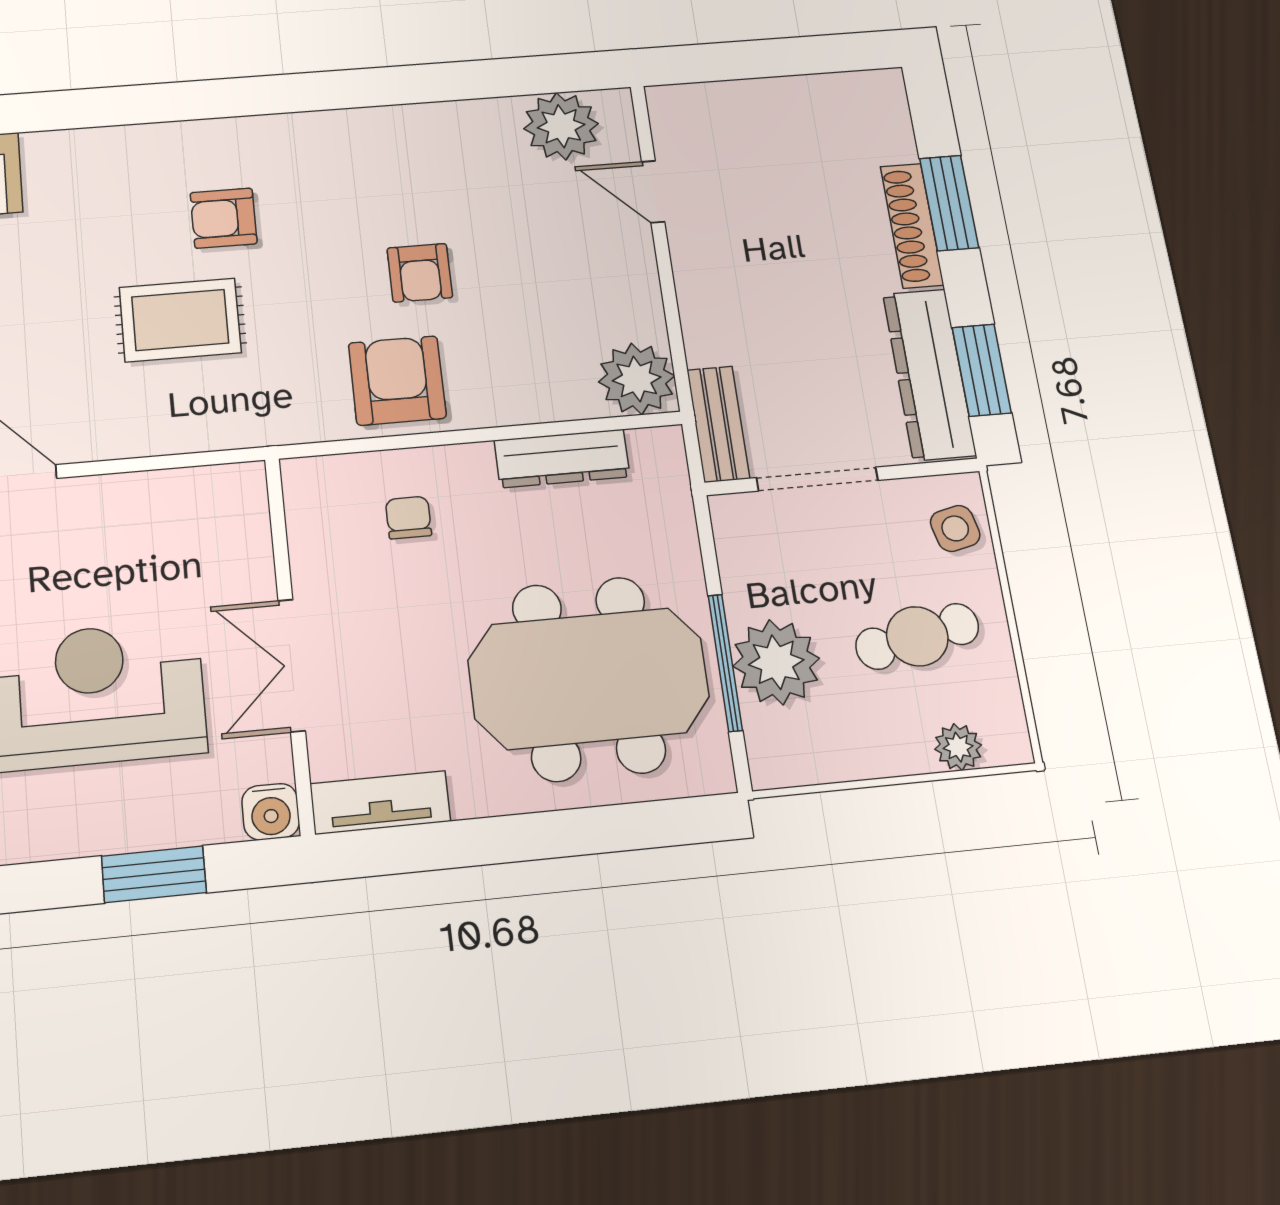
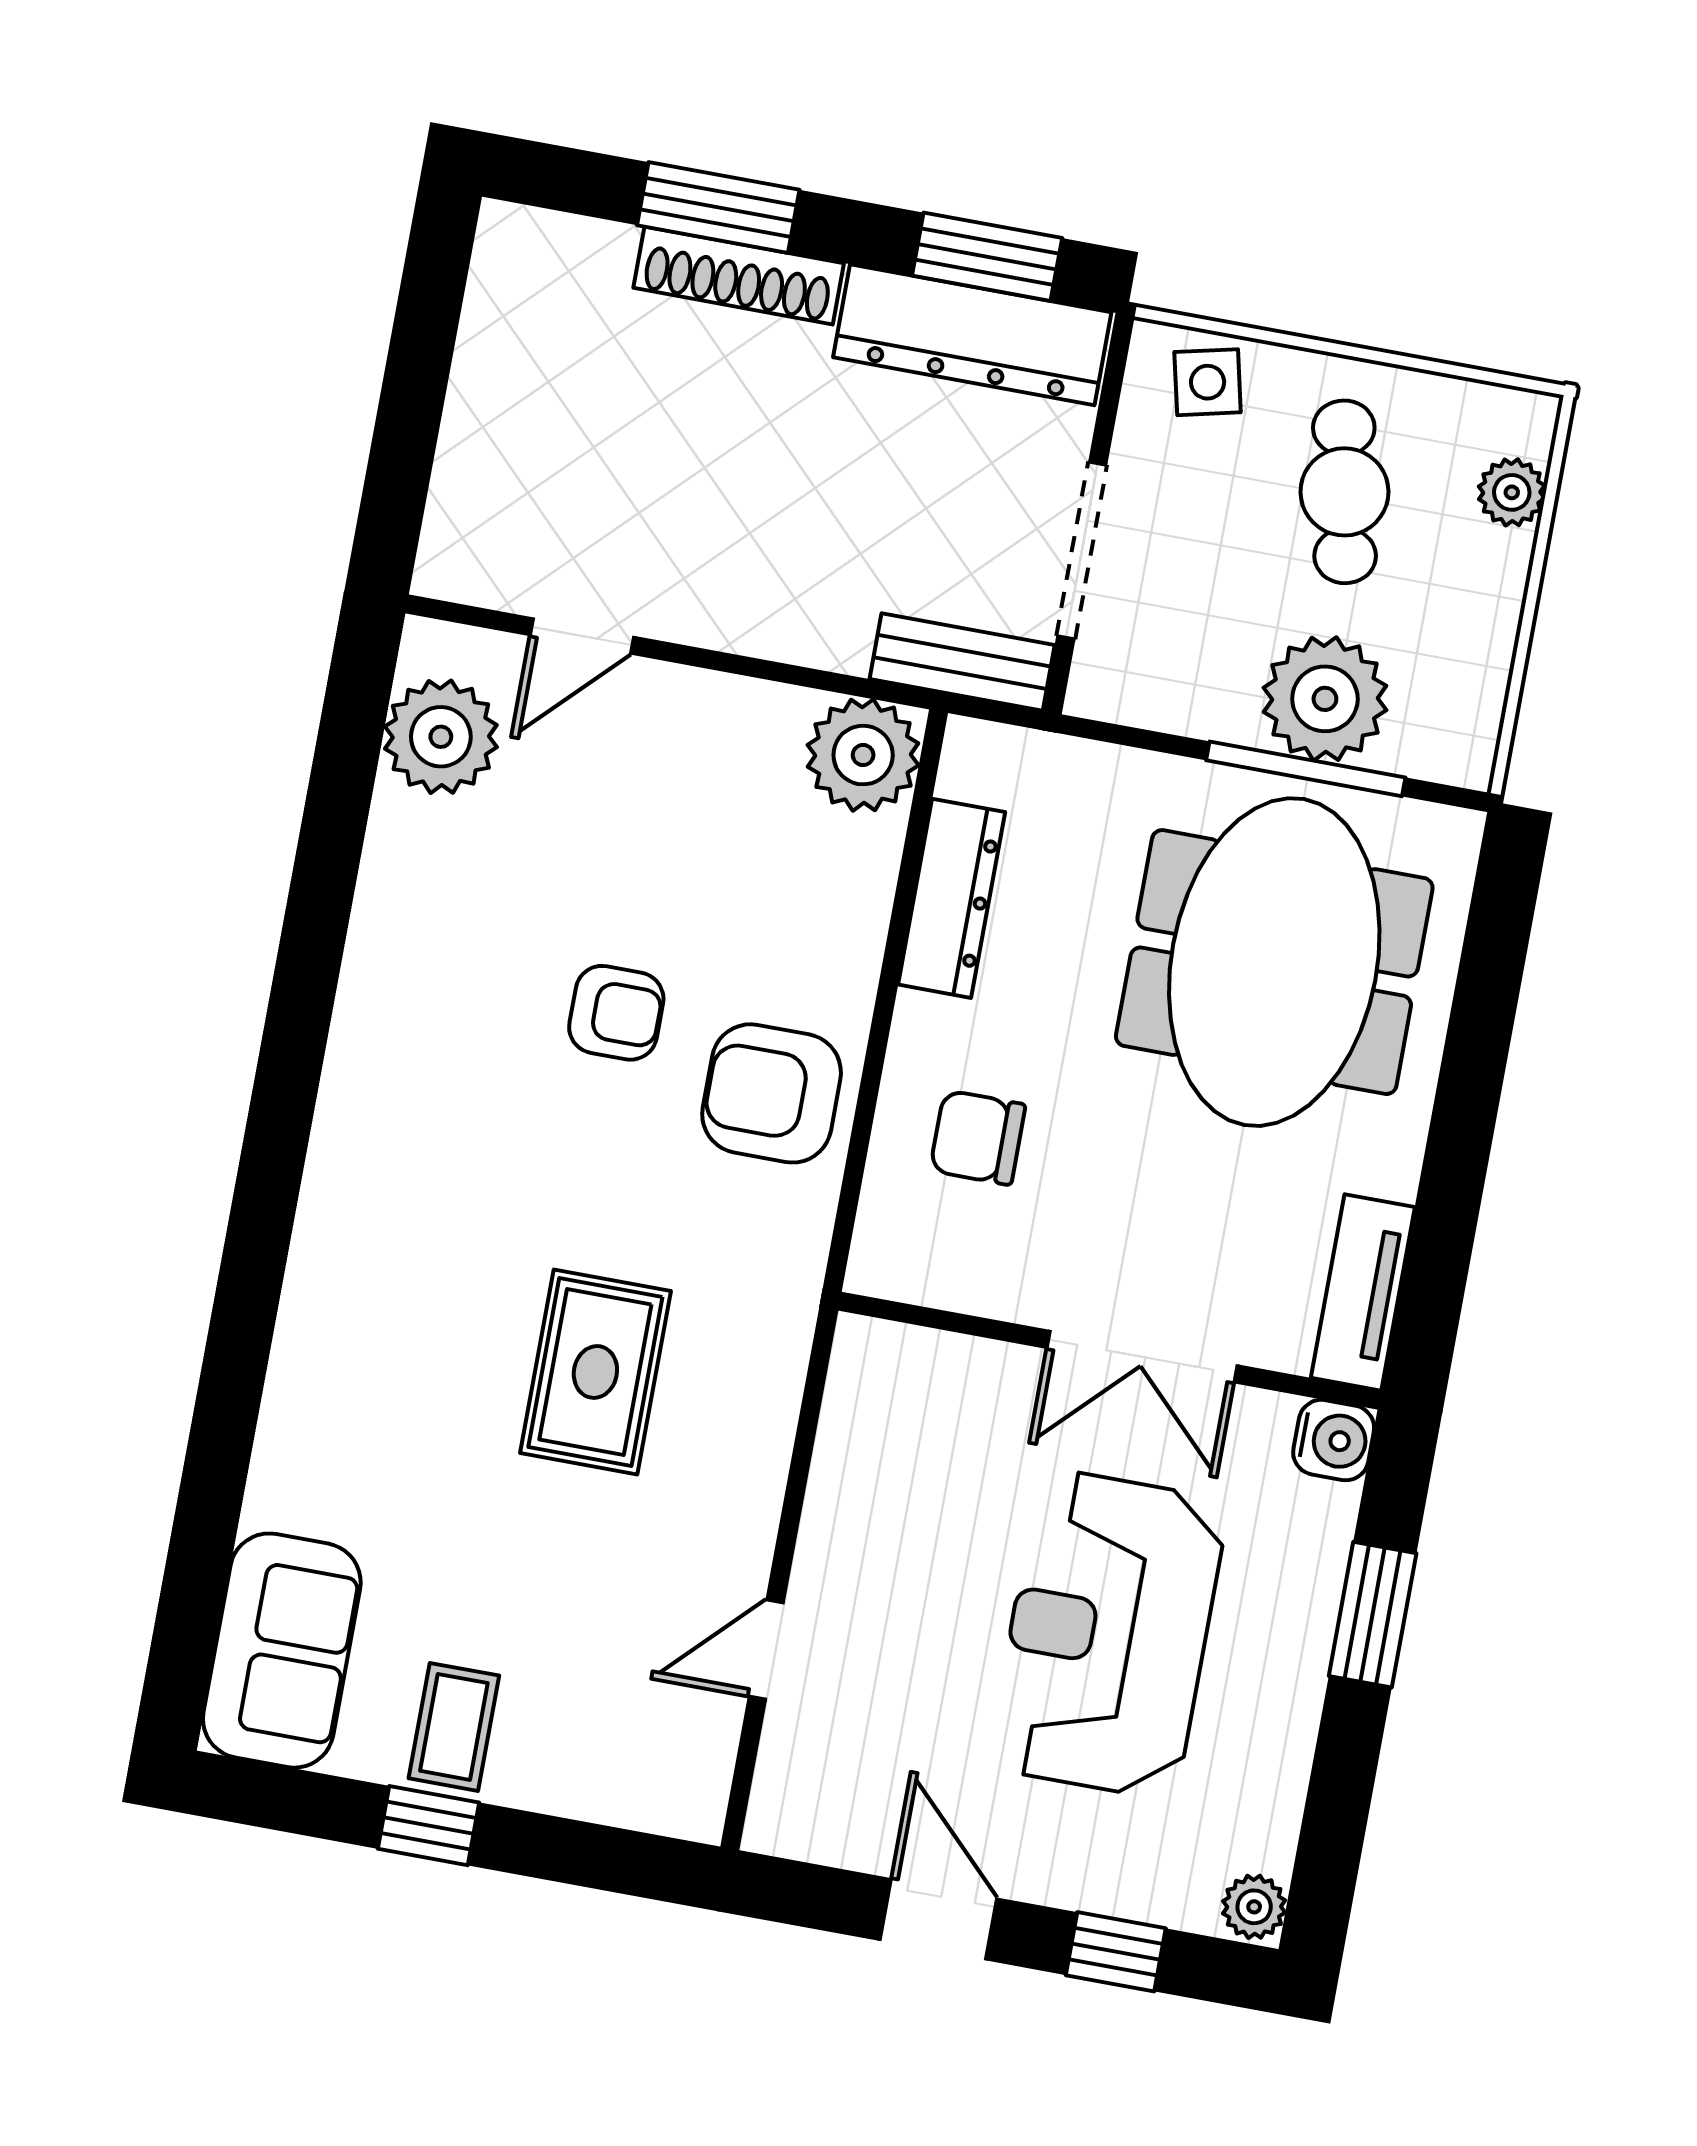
armchair: (224, 218) -> (454, 1268), removed
chair: (408, 518) -> (978, 1138), width x1.37, depth x1.37

